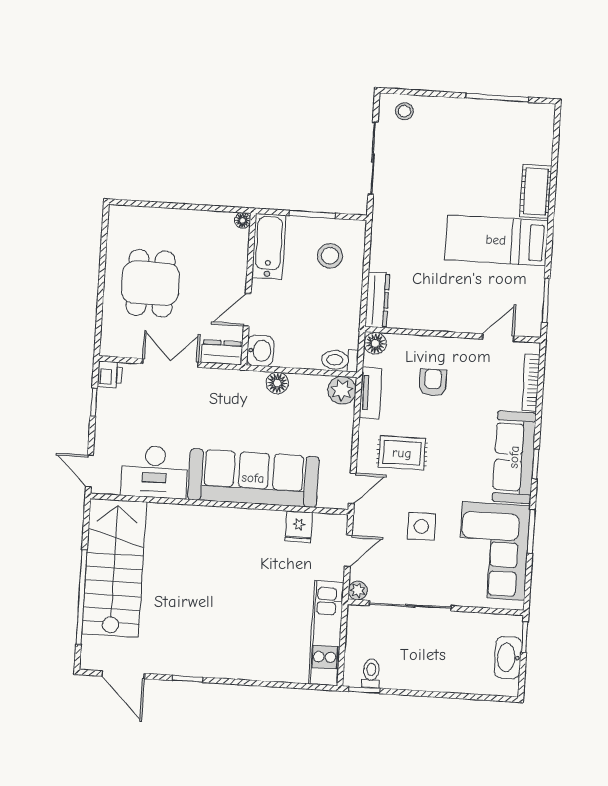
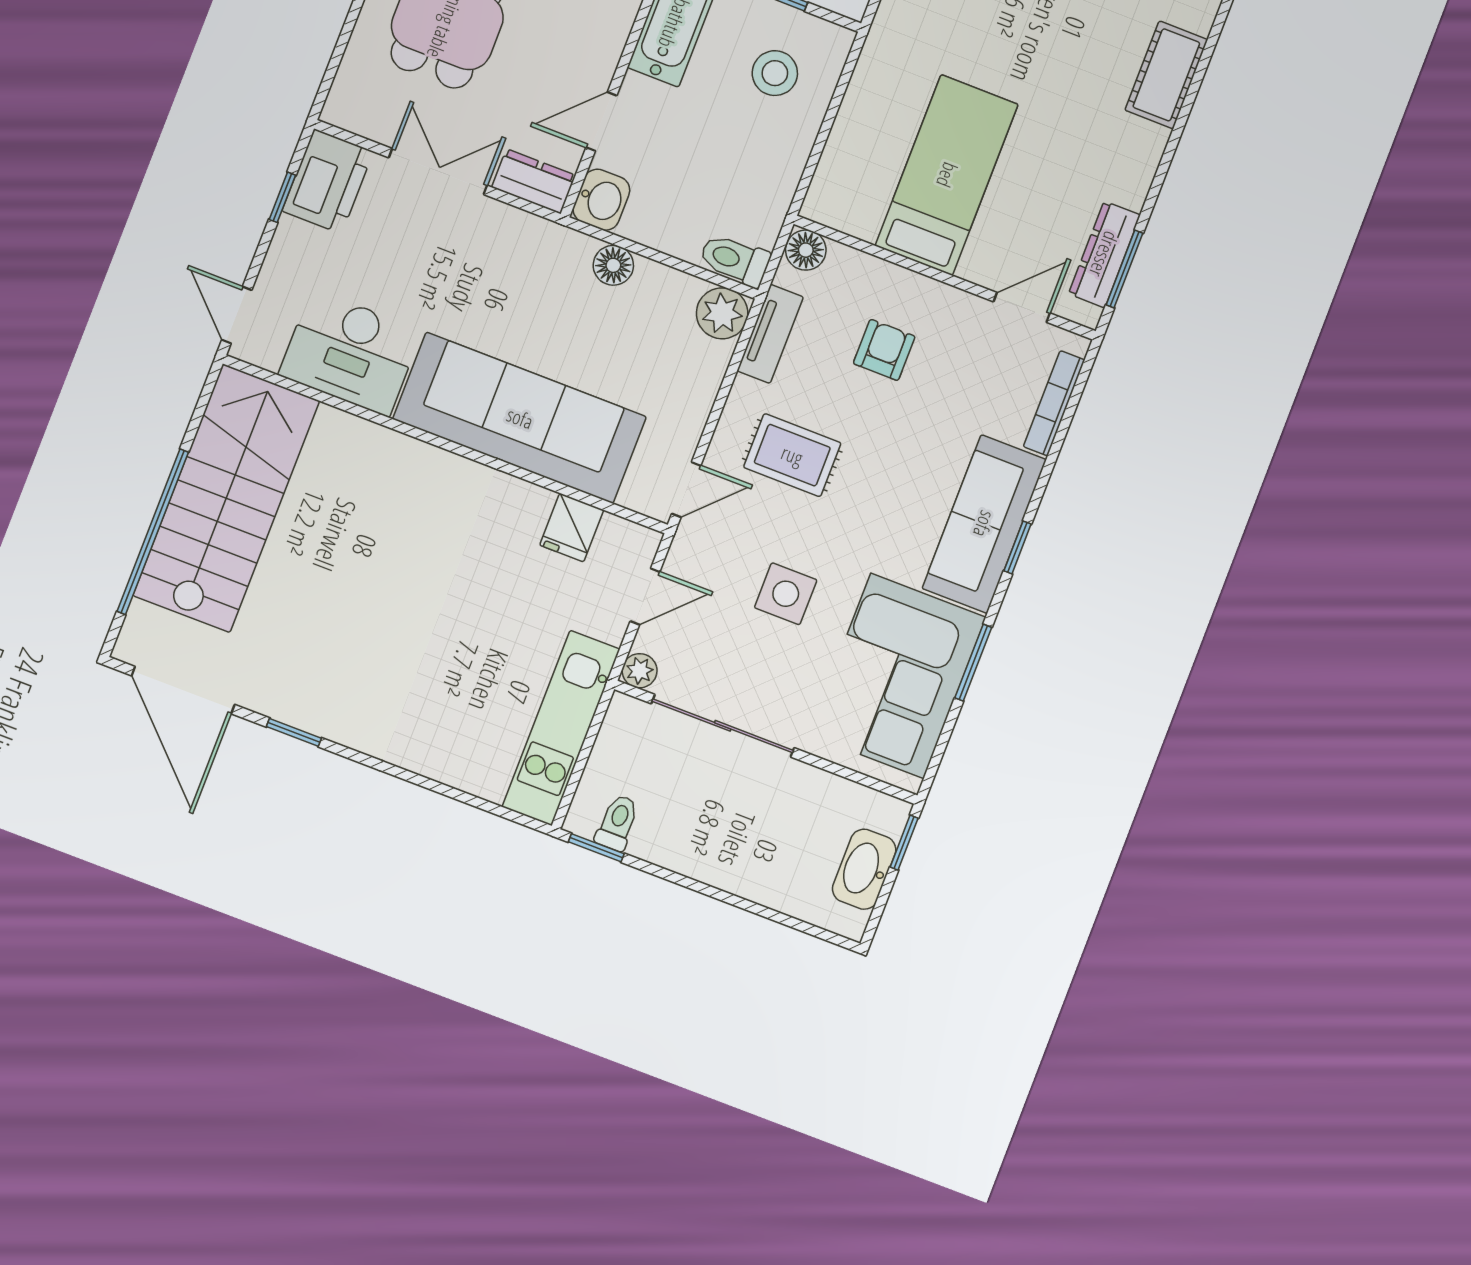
bed: (496, 240) -> (947, 175), moved, turned 90
dresser: (377, 300) -> (1104, 254), moved, turned 180
printer: (110, 375) -> (328, 181), width x1.87, depth x1.48
door: (123, 675) -> (183, 690), width x1.36

